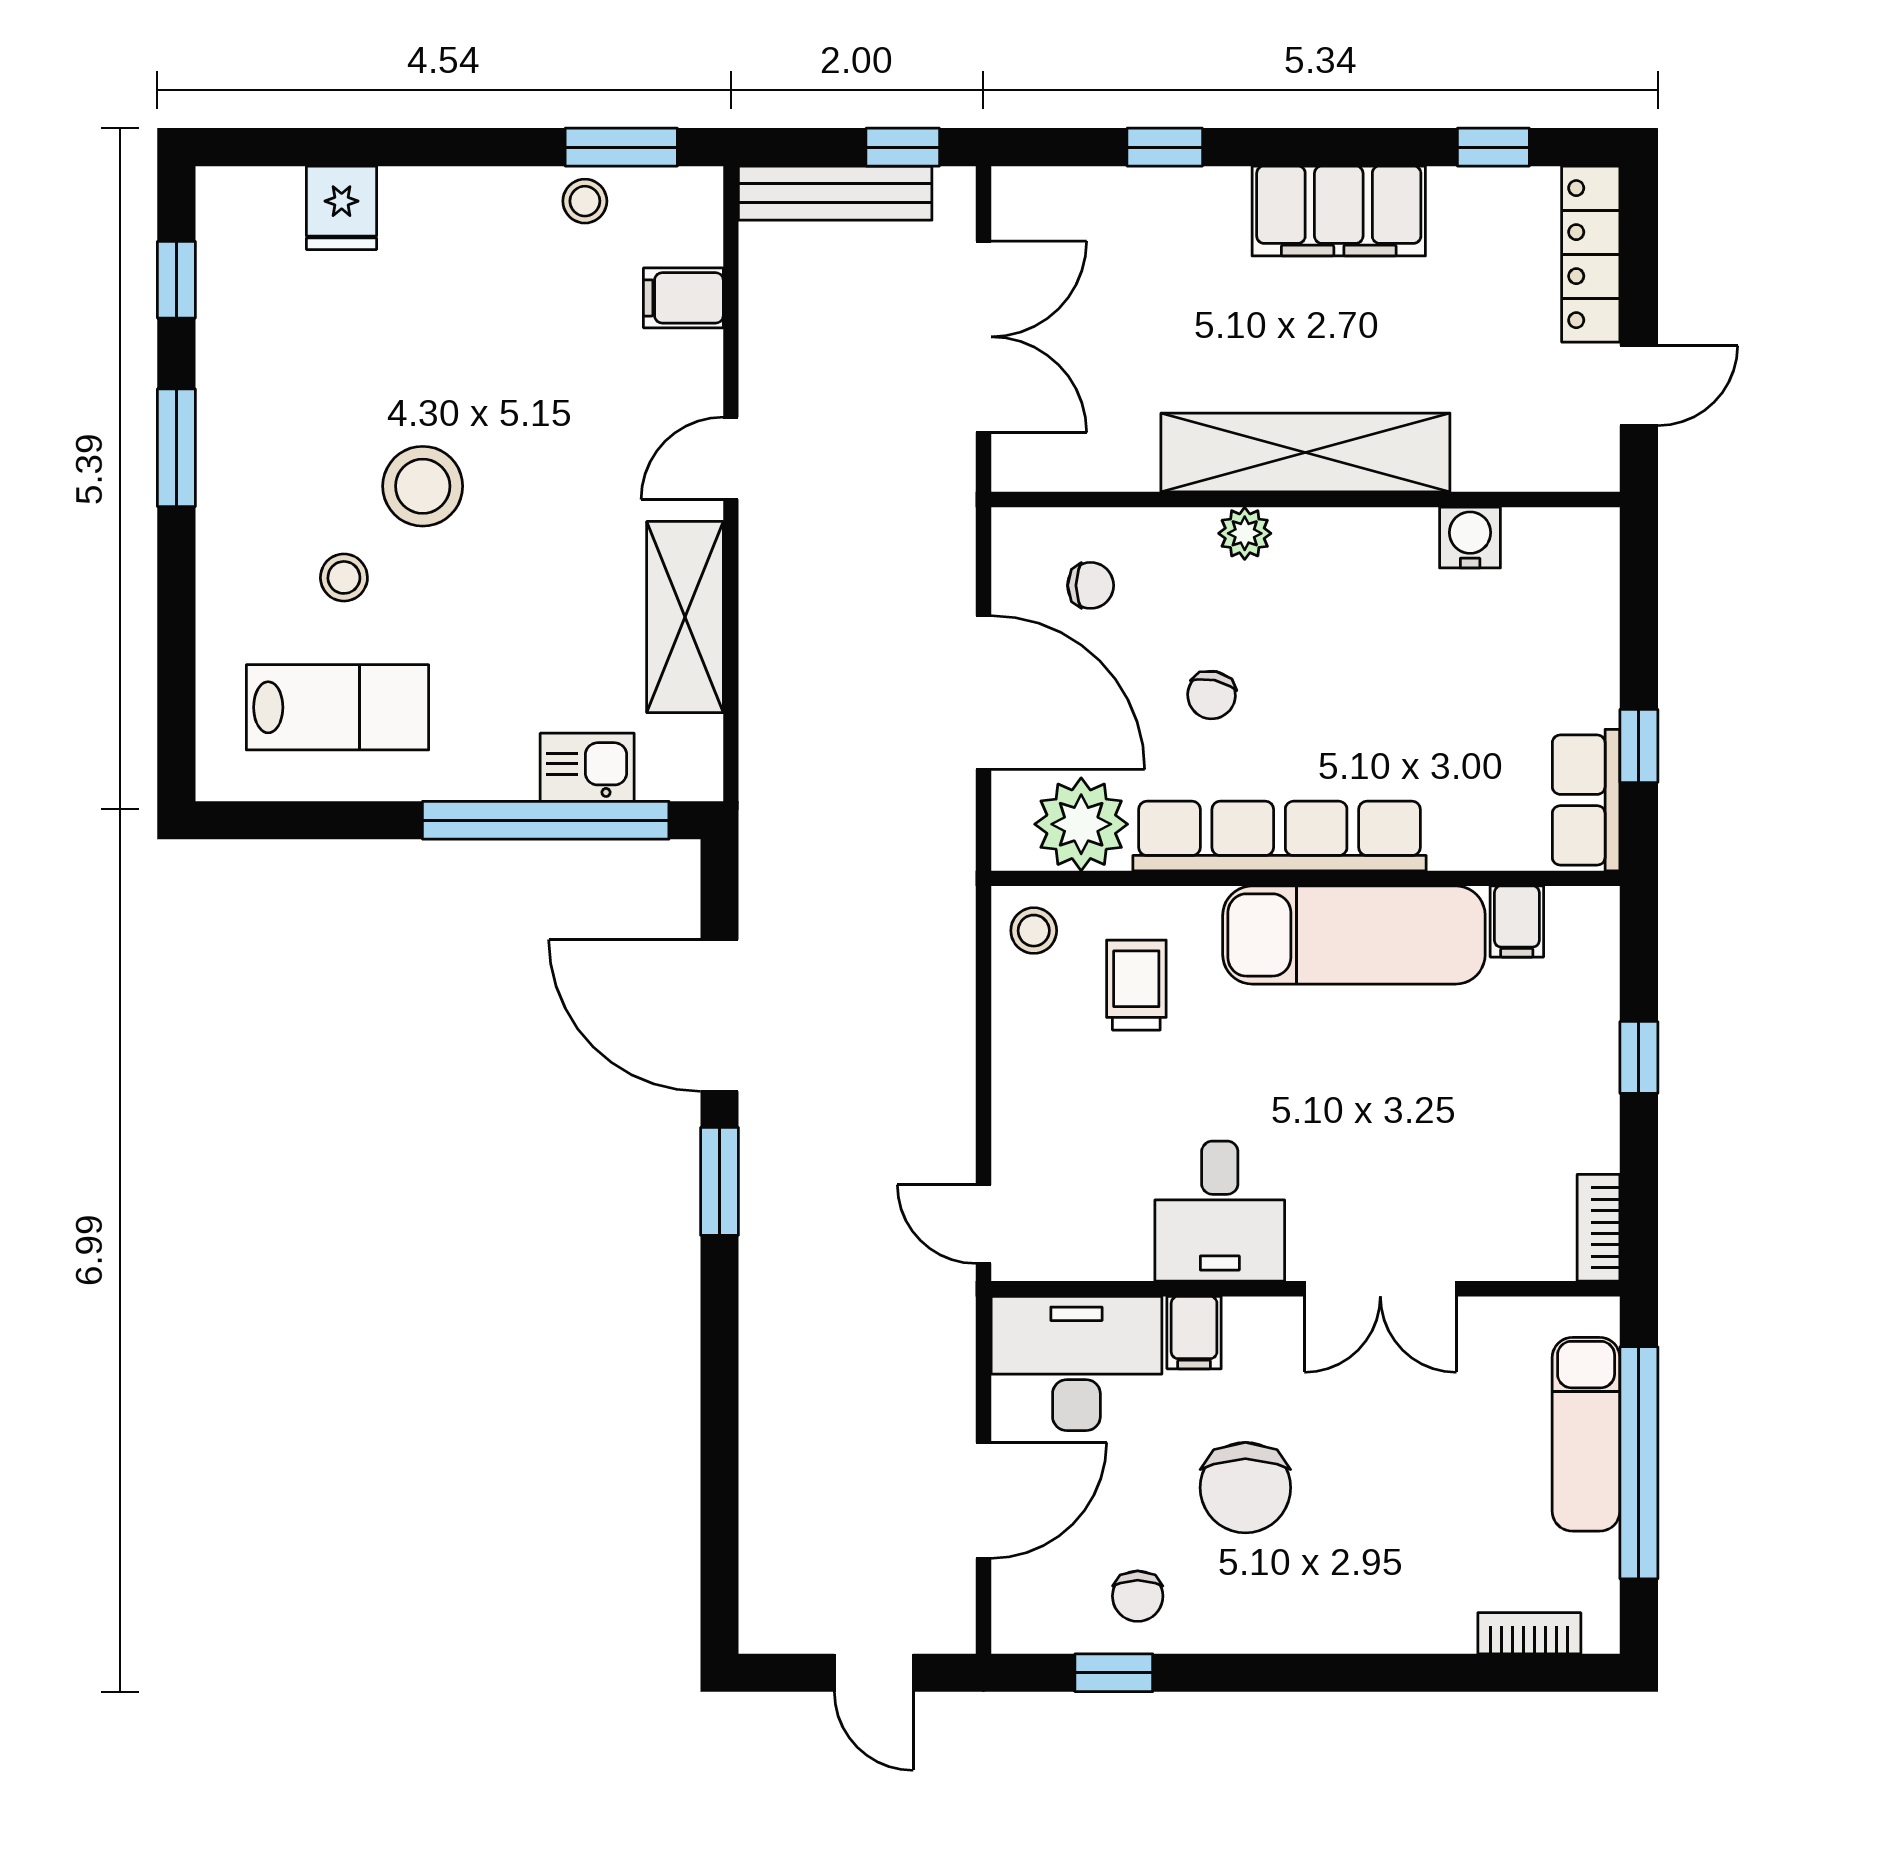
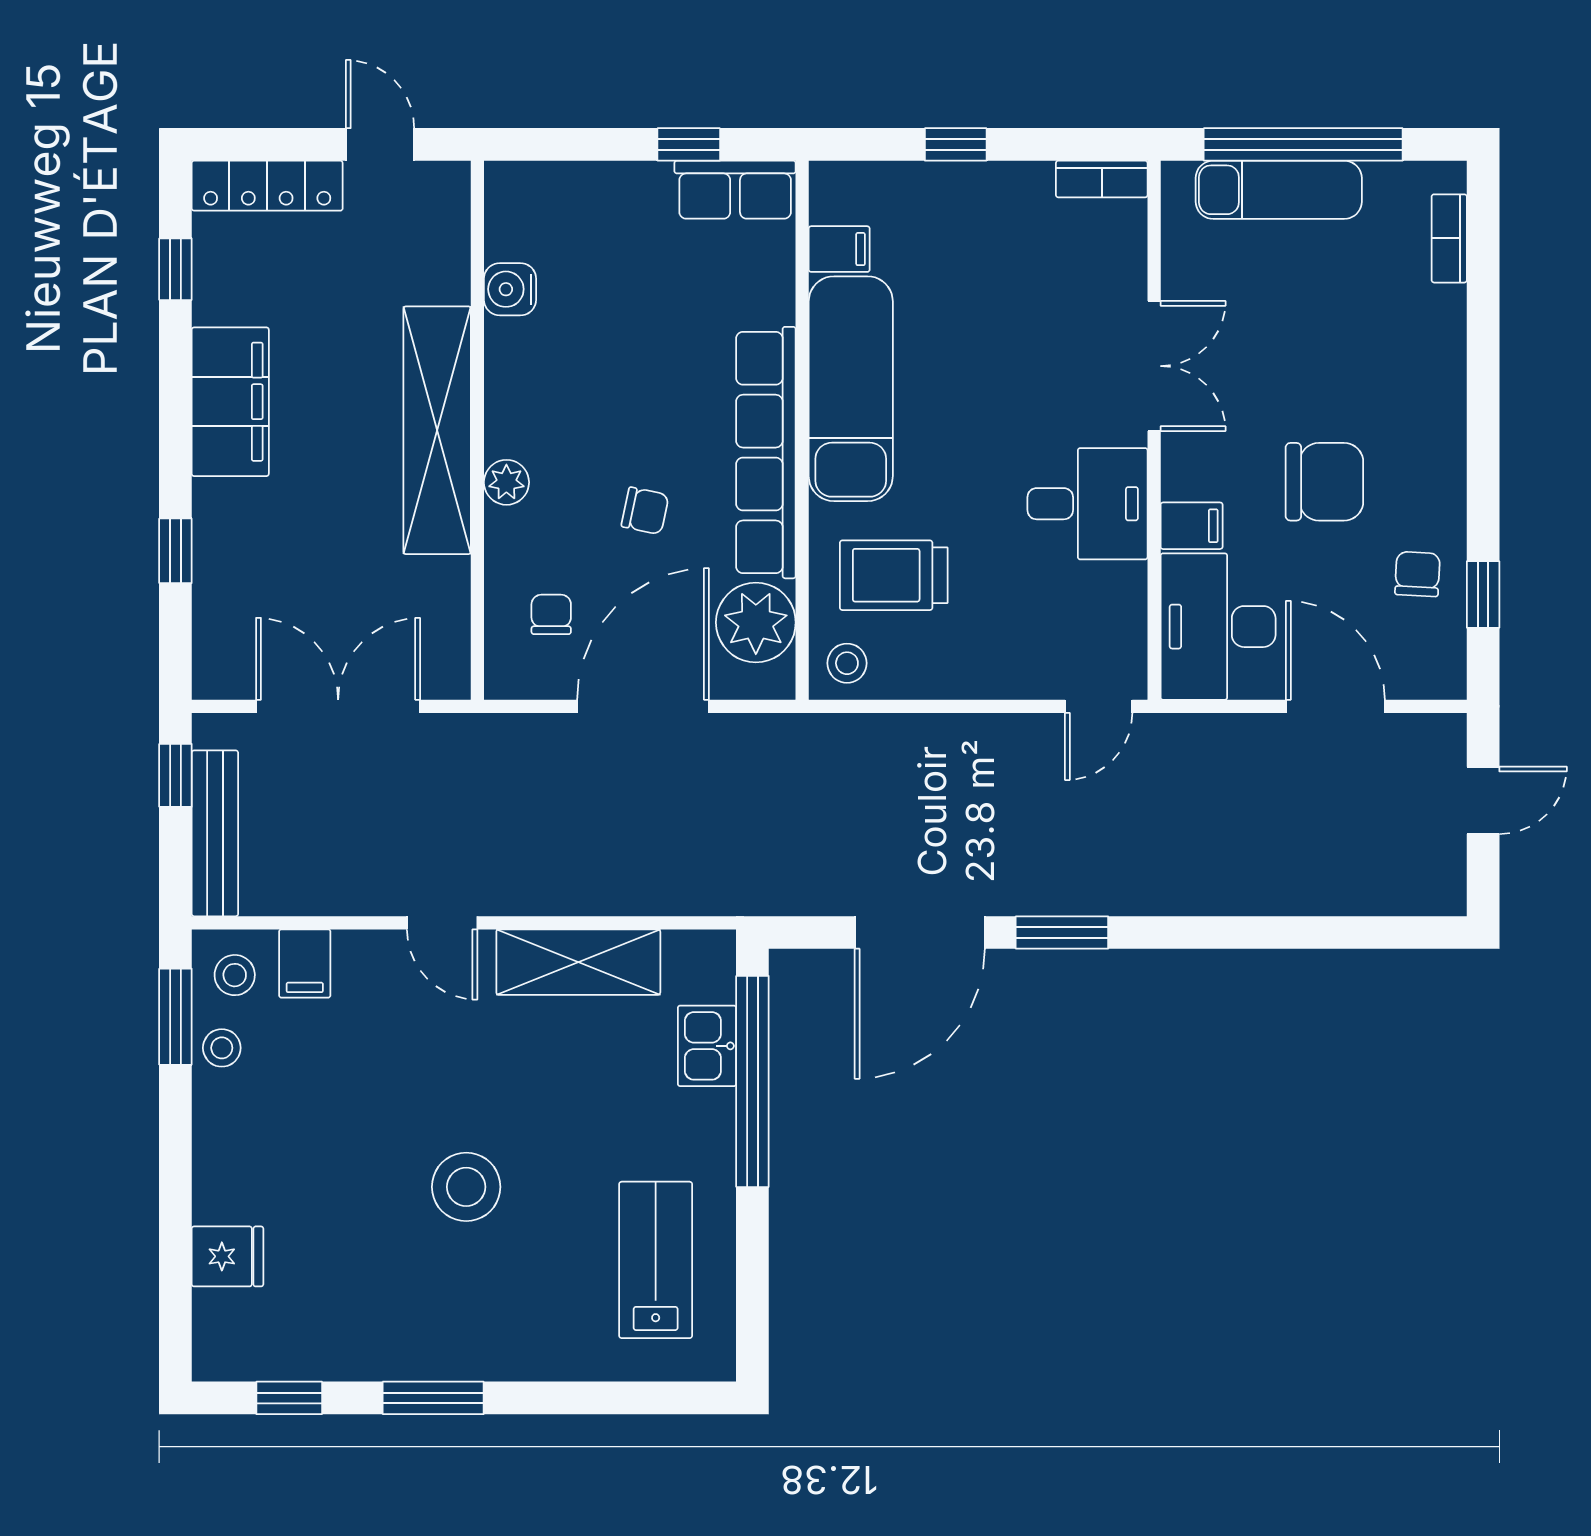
stool: (344, 577) -> (235, 975), moved
trolley: (1136, 985) -> (894, 575), width x1.36, depth x1.39
chair: (1138, 1596) -> (1417, 574), turned -87

